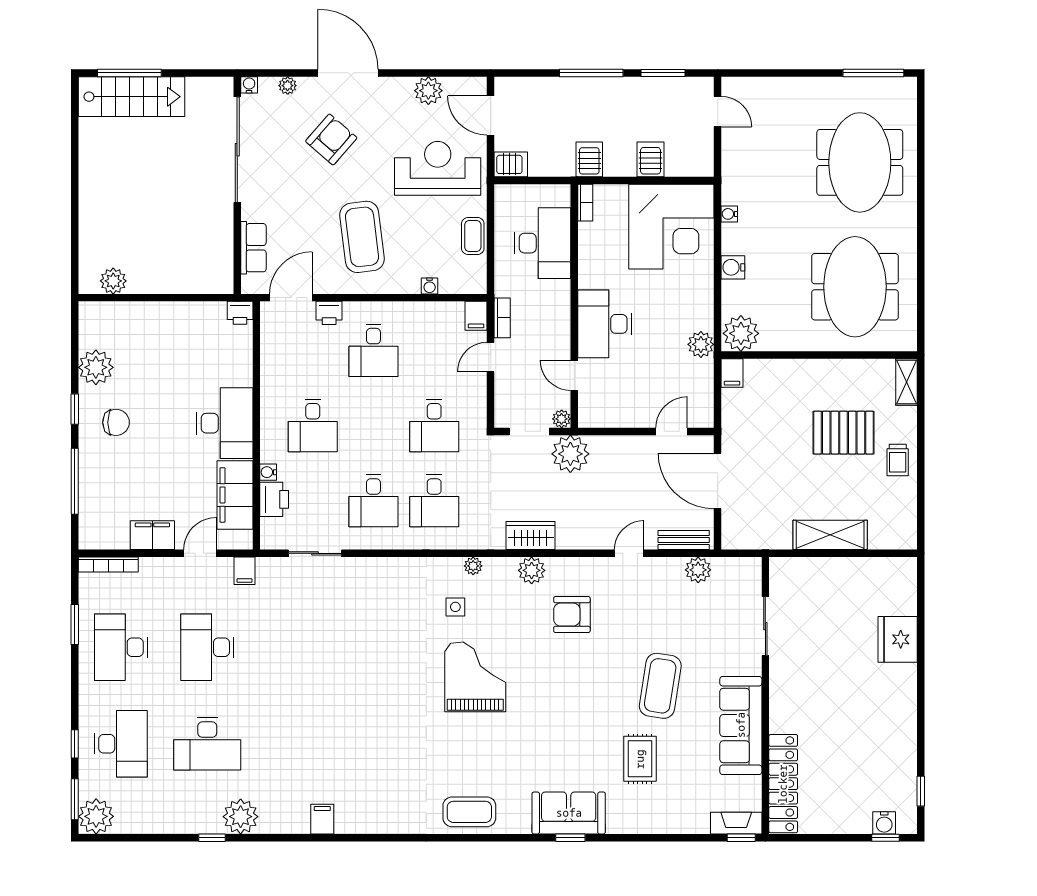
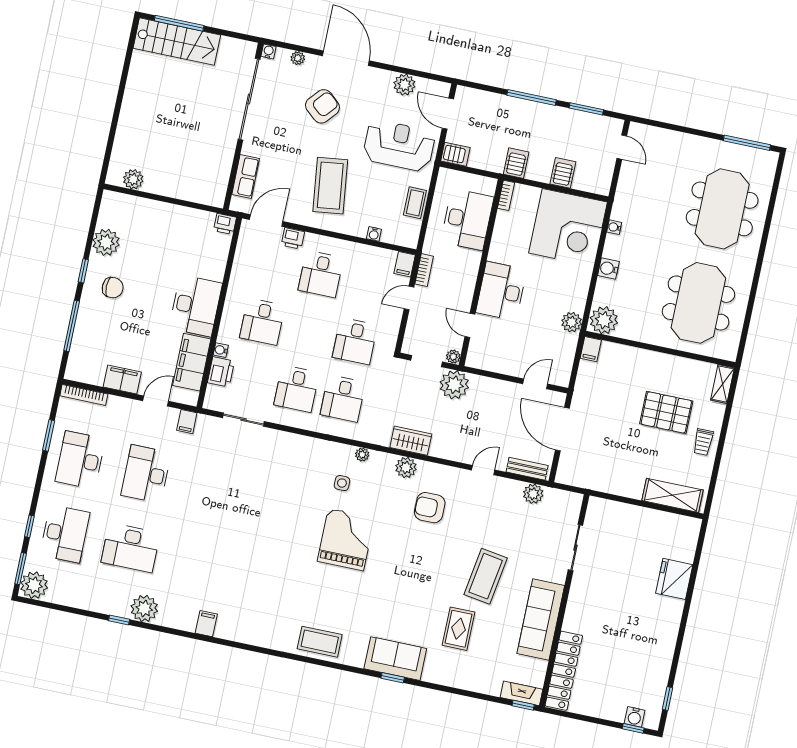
shelving: (830, 535) -> (672, 495), moved

